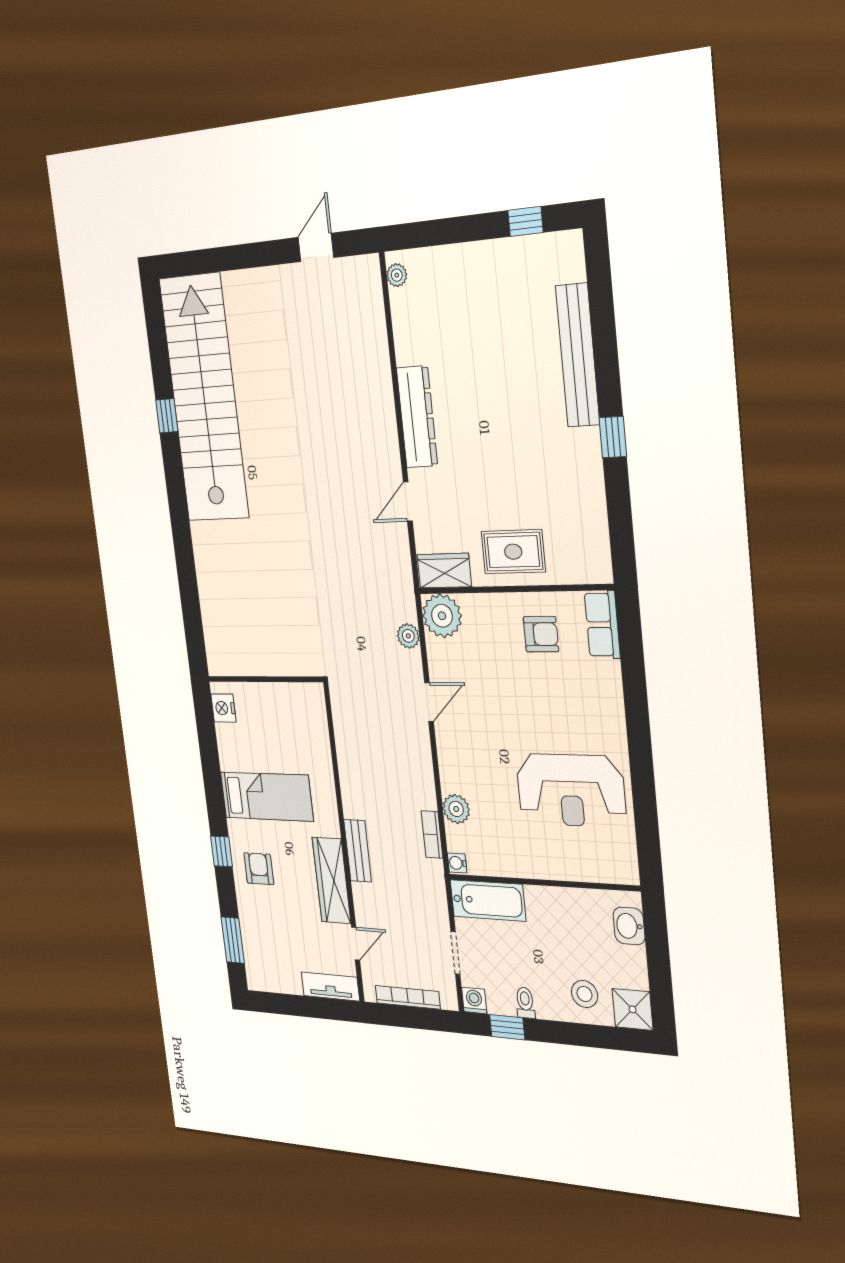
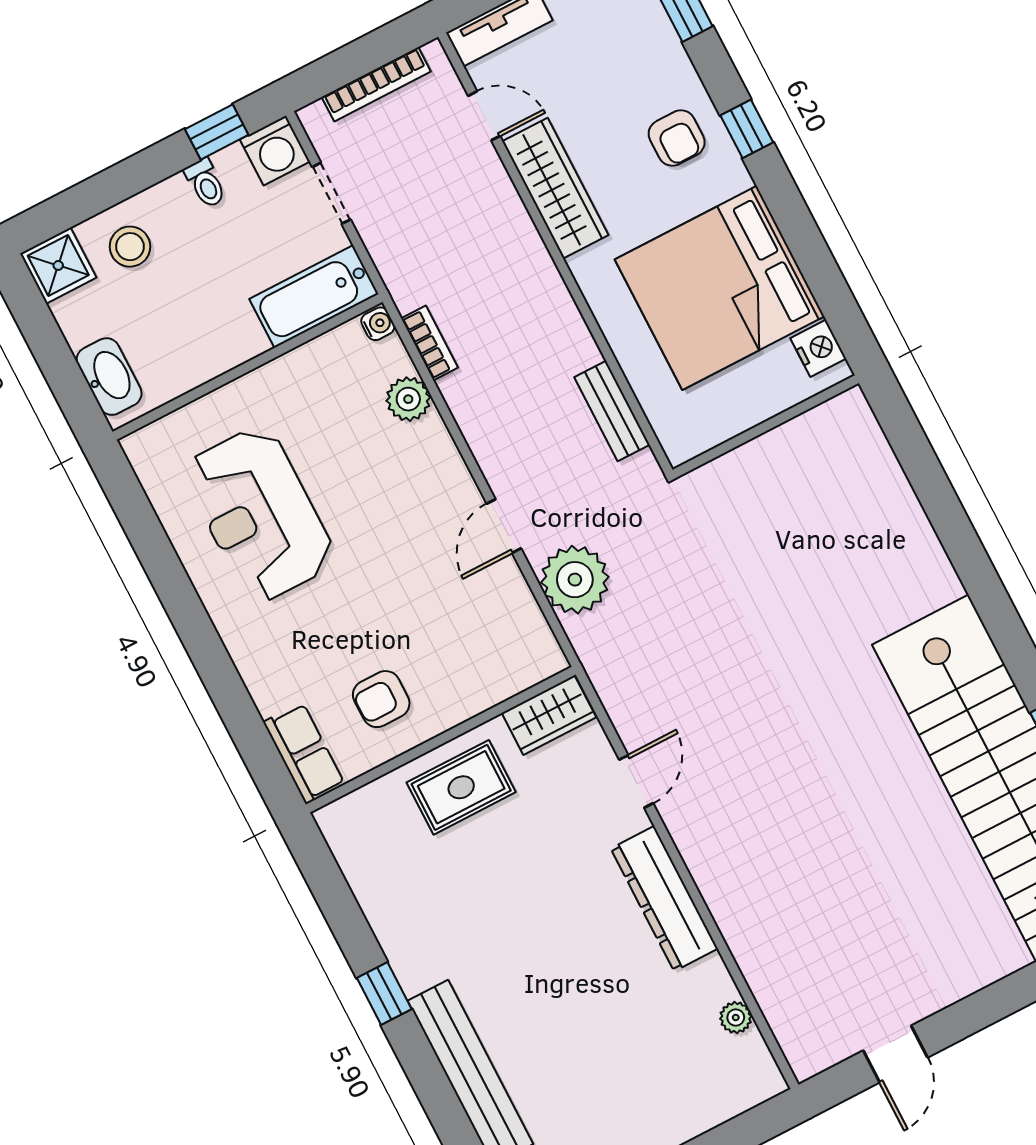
plant: (397, 275) -> (736, 1018), moved
plant: (442, 616) -> (529, 653), removed
plant: (408, 636) -> (575, 580), width x1.88, depth x1.88
reception desk: (571, 790) -> (259, 514), turned -90
bed: (267, 797) -> (720, 288), width x2.04
bench: (358, 851) -> (612, 411), moved
washbasin: (629, 926) -> (109, 377), width x1.38
door: (356, 944) -> (484, 116), swing flipped
washing machine: (474, 1001) -> (275, 151), width x1.38, depth x1.38

